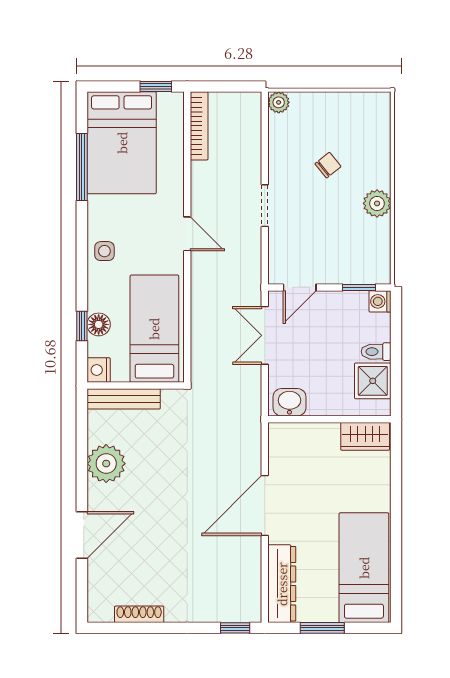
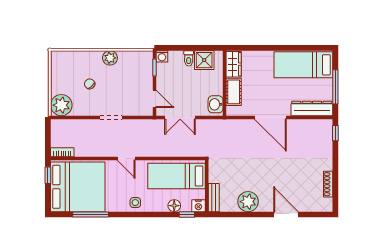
plant: (279, 102) -> (61, 105), width x1.87, depth x1.87
bookcase: (199, 126) -> (62, 152), width x0.64
bed: (122, 143) -> (78, 187), width x1.36
door: (187, 234) -> (126, 159), swing flipped
window: (82, 326) -> (187, 215), moved
bench: (124, 399) -> (214, 198), width x0.73
cot: (313, 436) -> (234, 92), added
window: (322, 628) -> (335, 87), width x1.44

